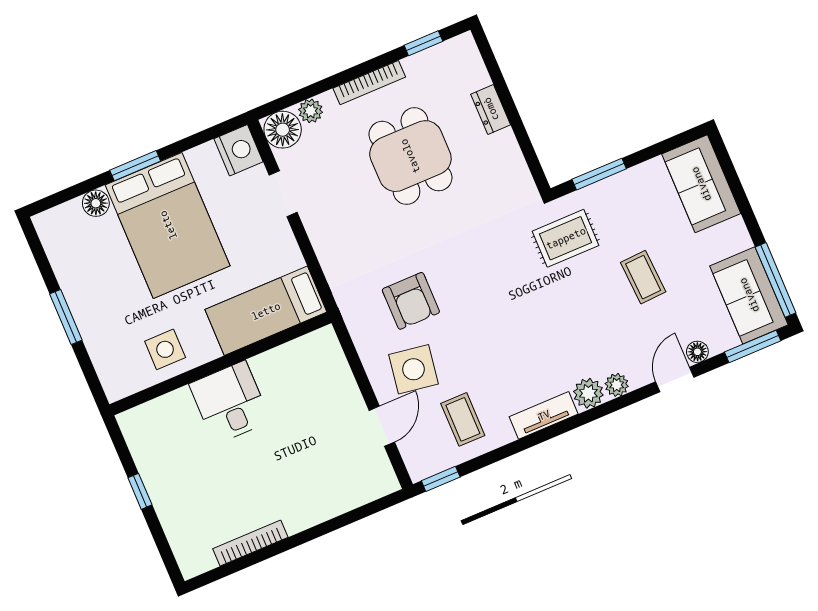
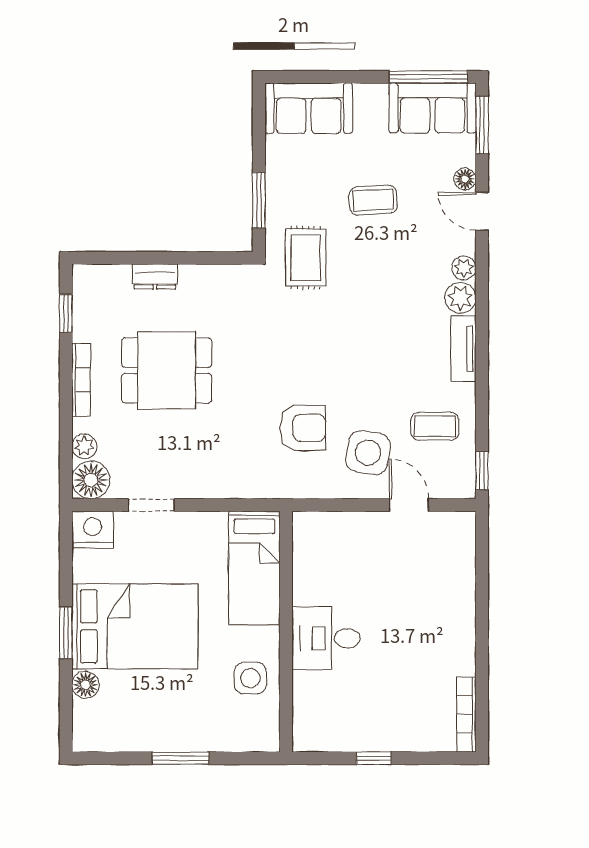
bookcase: (250, 543) -> (466, 715), moved

